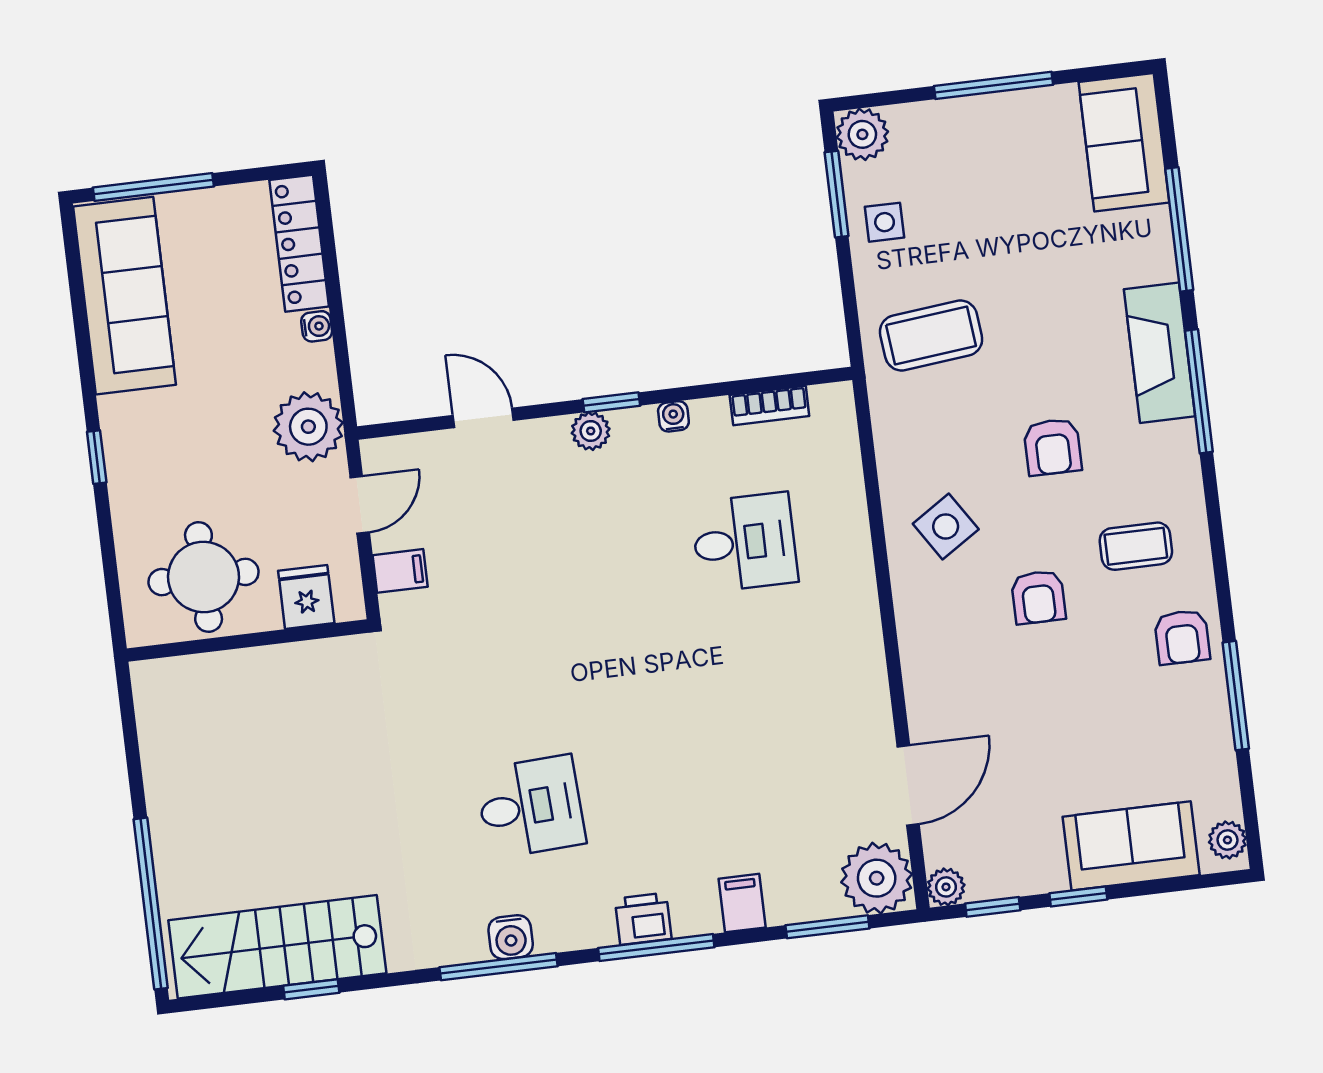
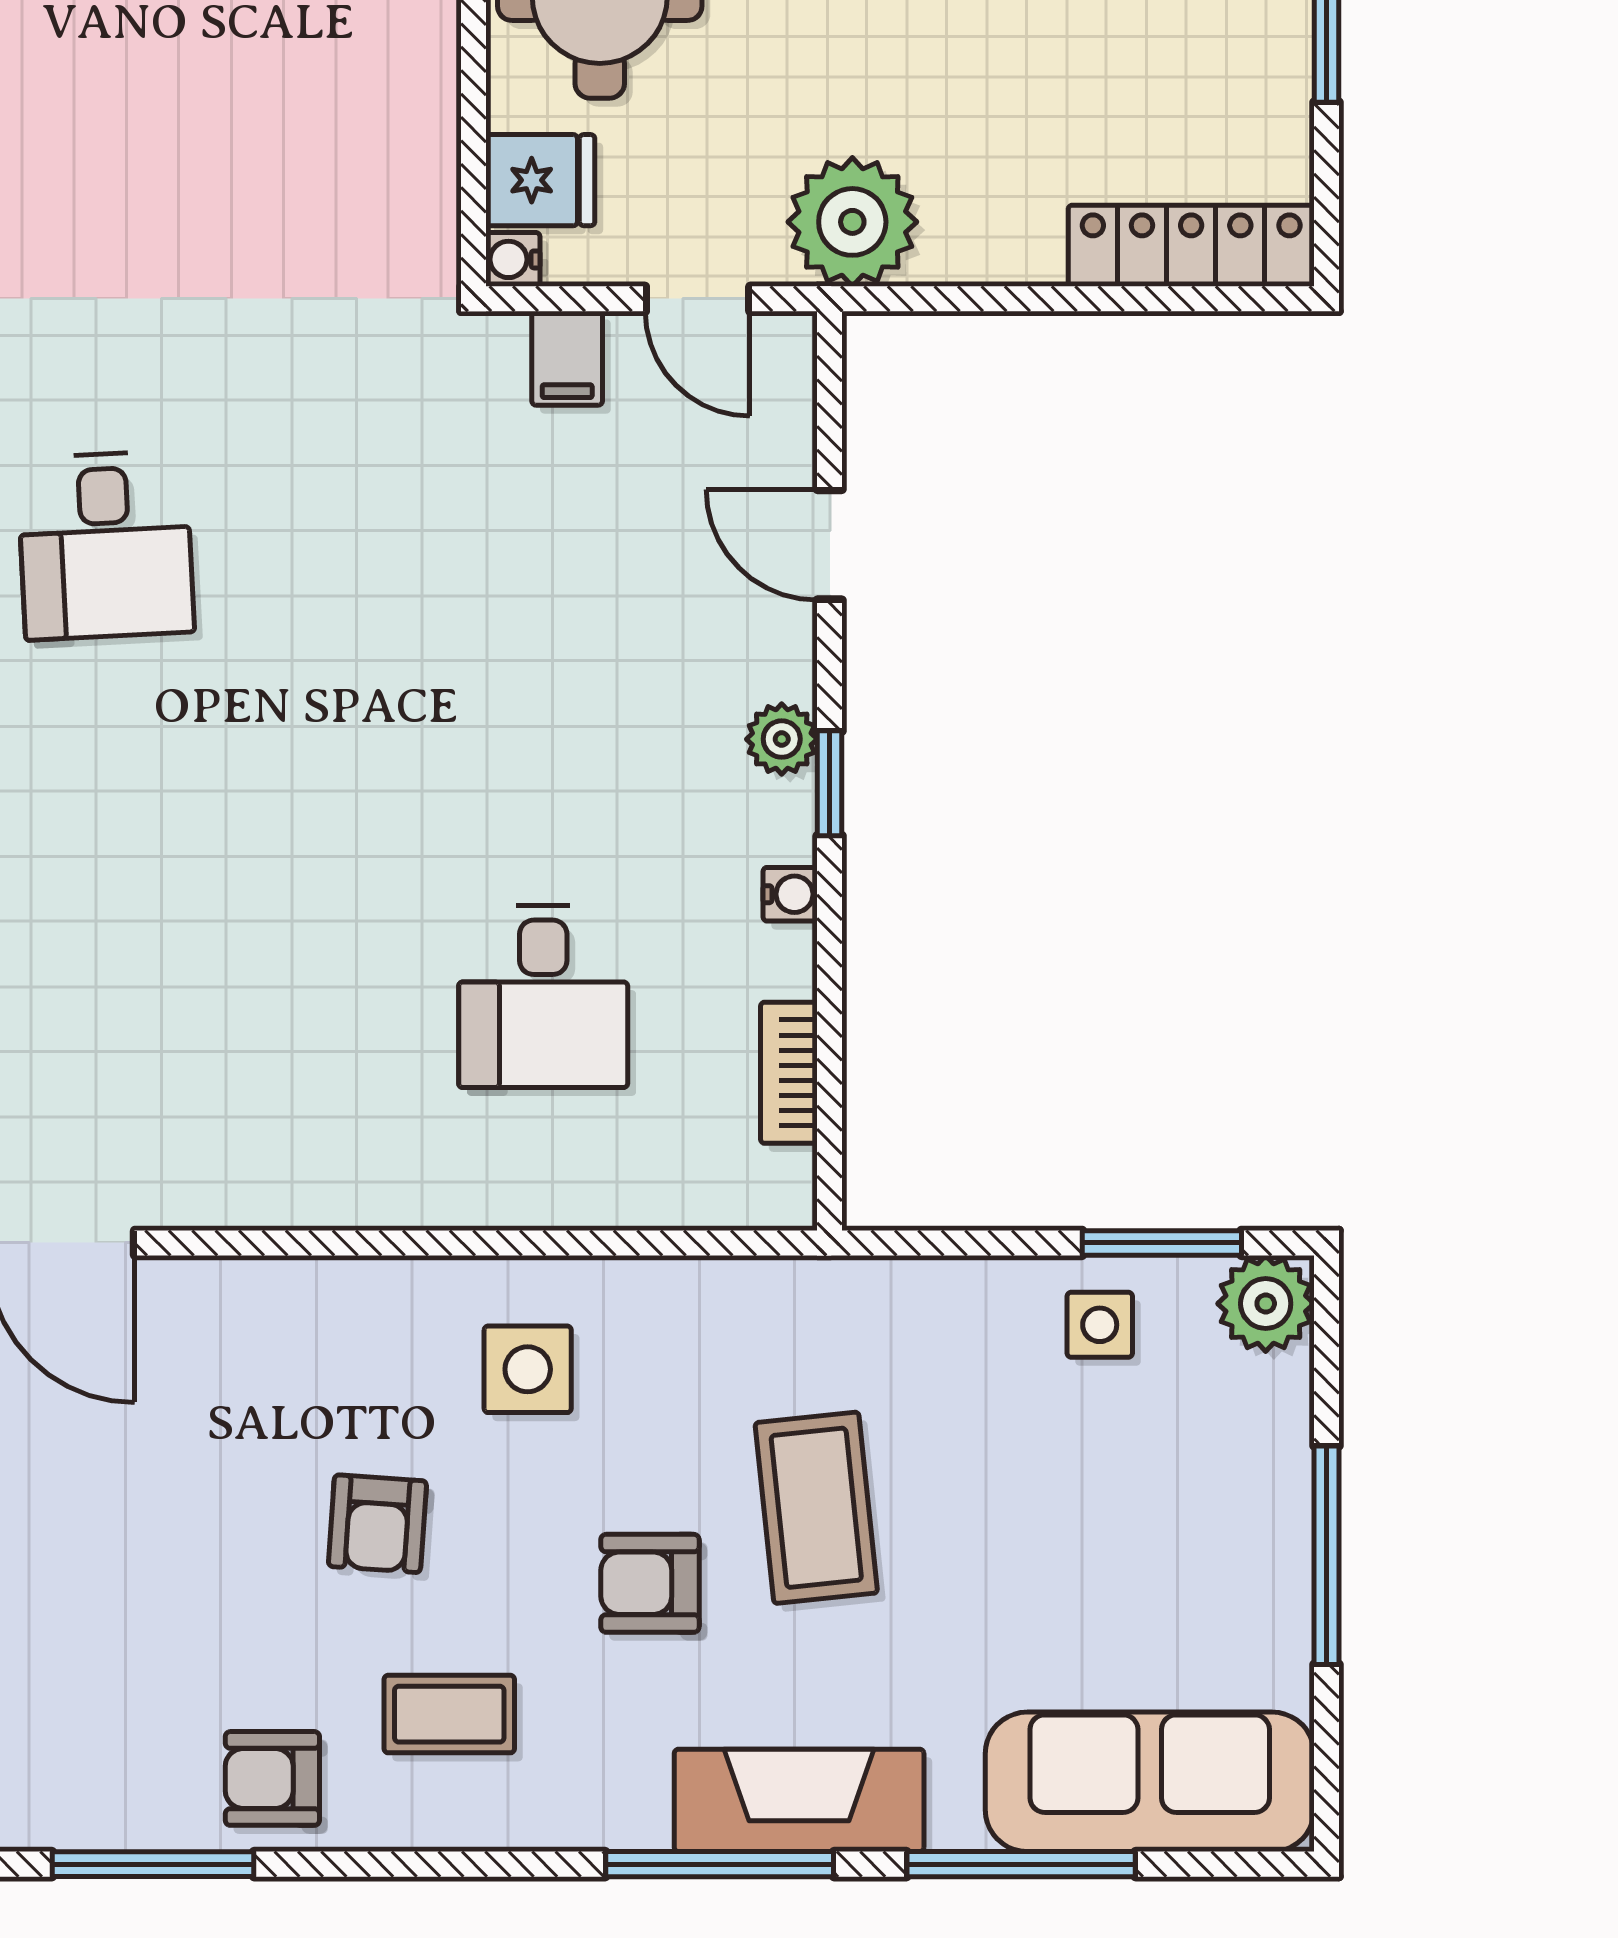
sofa: (1124, 142) -> (1150, 1782), width x1.36
water cooler: (317, 326) -> (513, 259), moved, turned 90
coffee table: (931, 335) -> (816, 1508), moved
door: (483, 418) -> (830, 545), swing flipped
side table: (946, 526) -> (528, 1369), turned 33
coffee table: (1136, 546) -> (449, 1714), turned 90
armchair: (1038, 597) -> (377, 1524), turned -86

